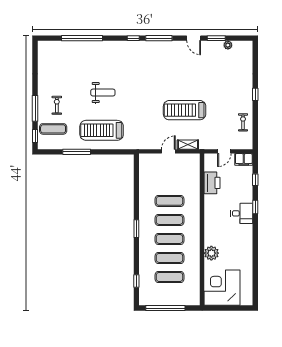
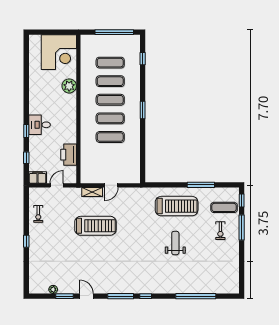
weight bench: (103, 93) -> (175, 243), turned 90

